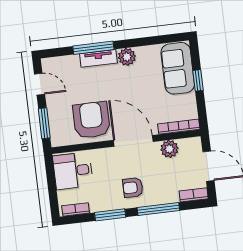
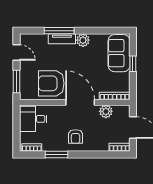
armchair: (91, 120) -> (51, 83), turned -90
armchair: (133, 188) -> (76, 136), turned -90
window: (158, 209) -> (92, 154), removed

